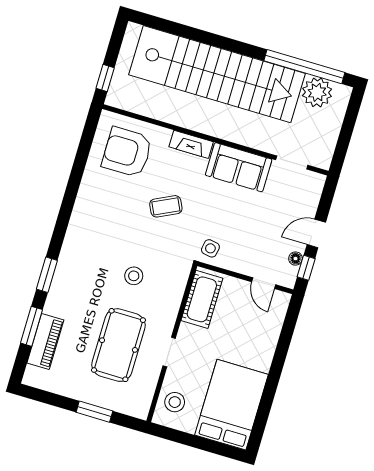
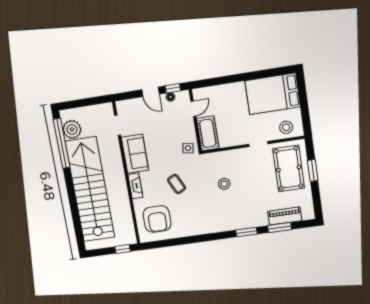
cot: (202, 299) -> (208, 133), moved, turned 90
pool table: (118, 345) -> (289, 168), moved, turned 90

